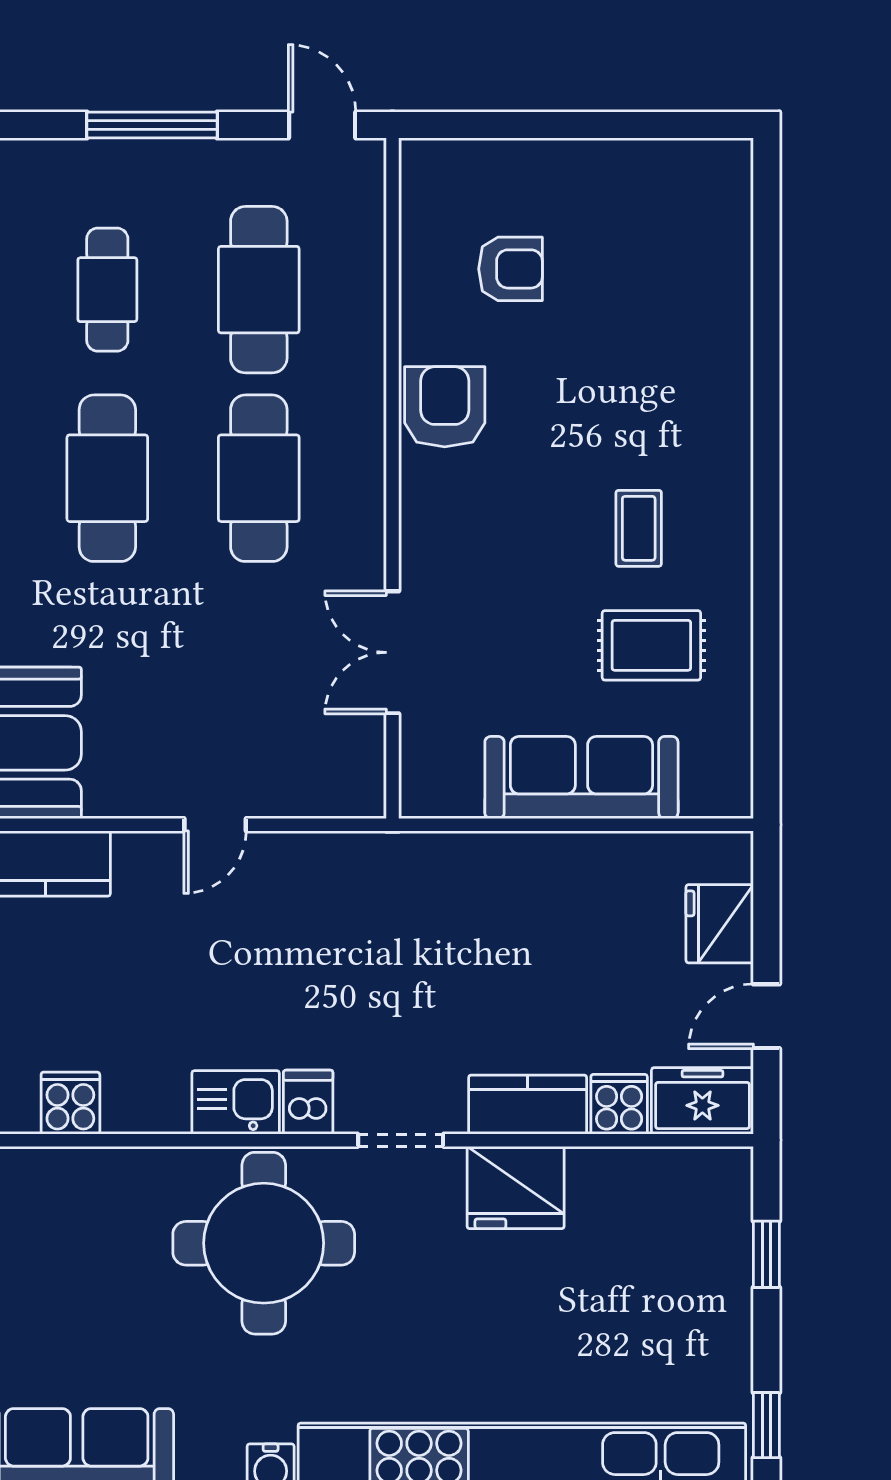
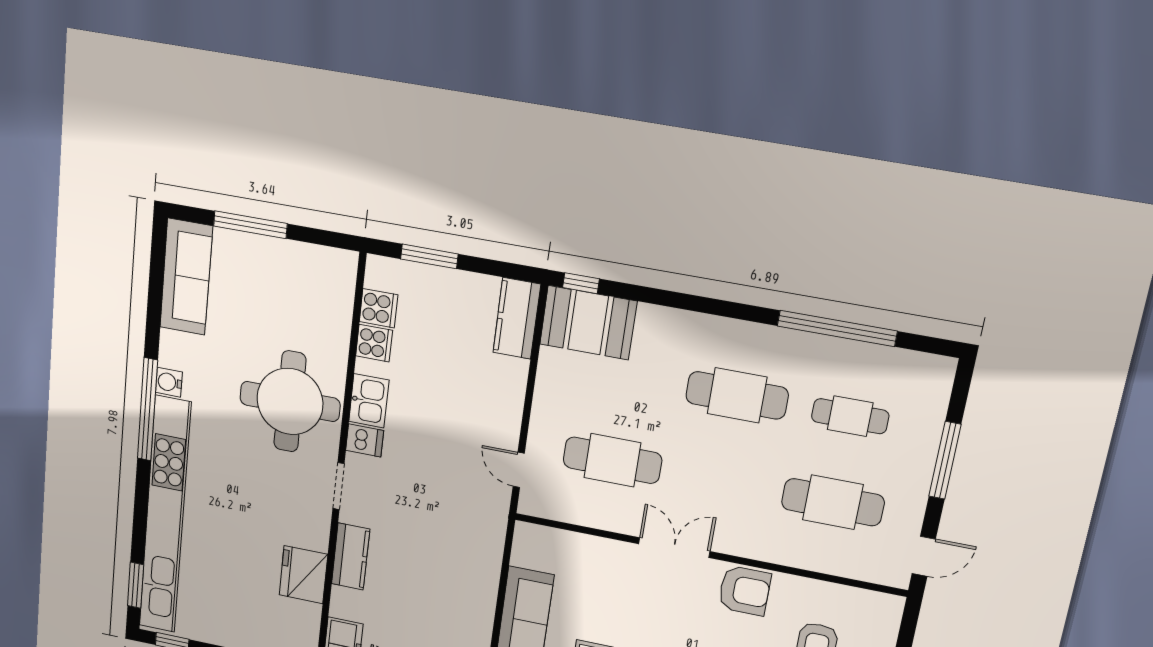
cafe table: (259, 478) -> (612, 460), moved
double door: (392, 652) -> (674, 548), moved
door: (215, 825) -> (519, 470), moved
cooker: (619, 1104) -> (374, 343), moved
fridge: (516, 1188) -> (304, 575), moved

